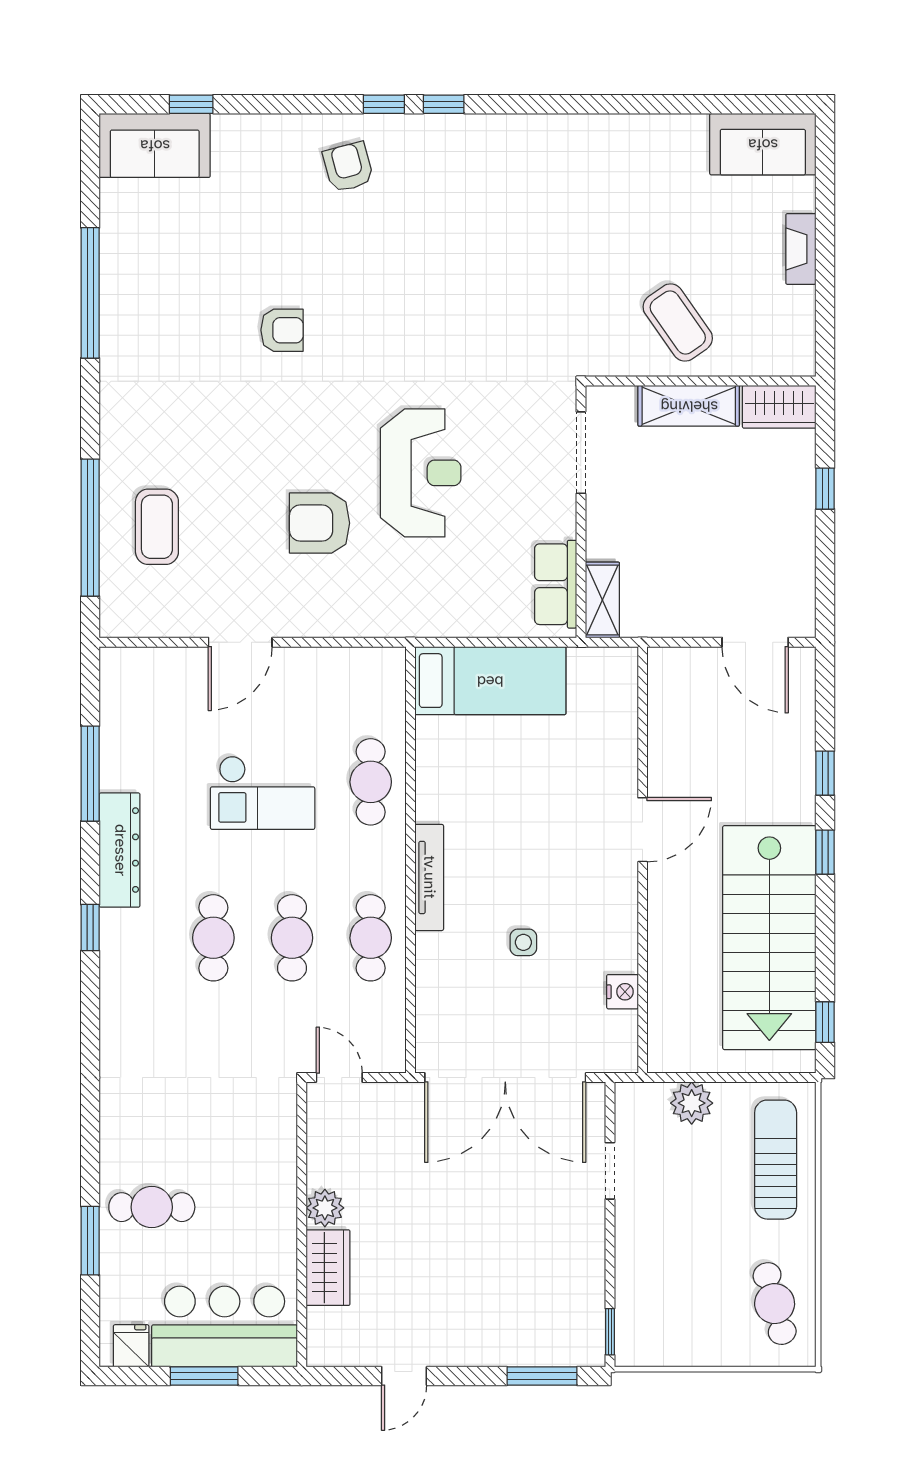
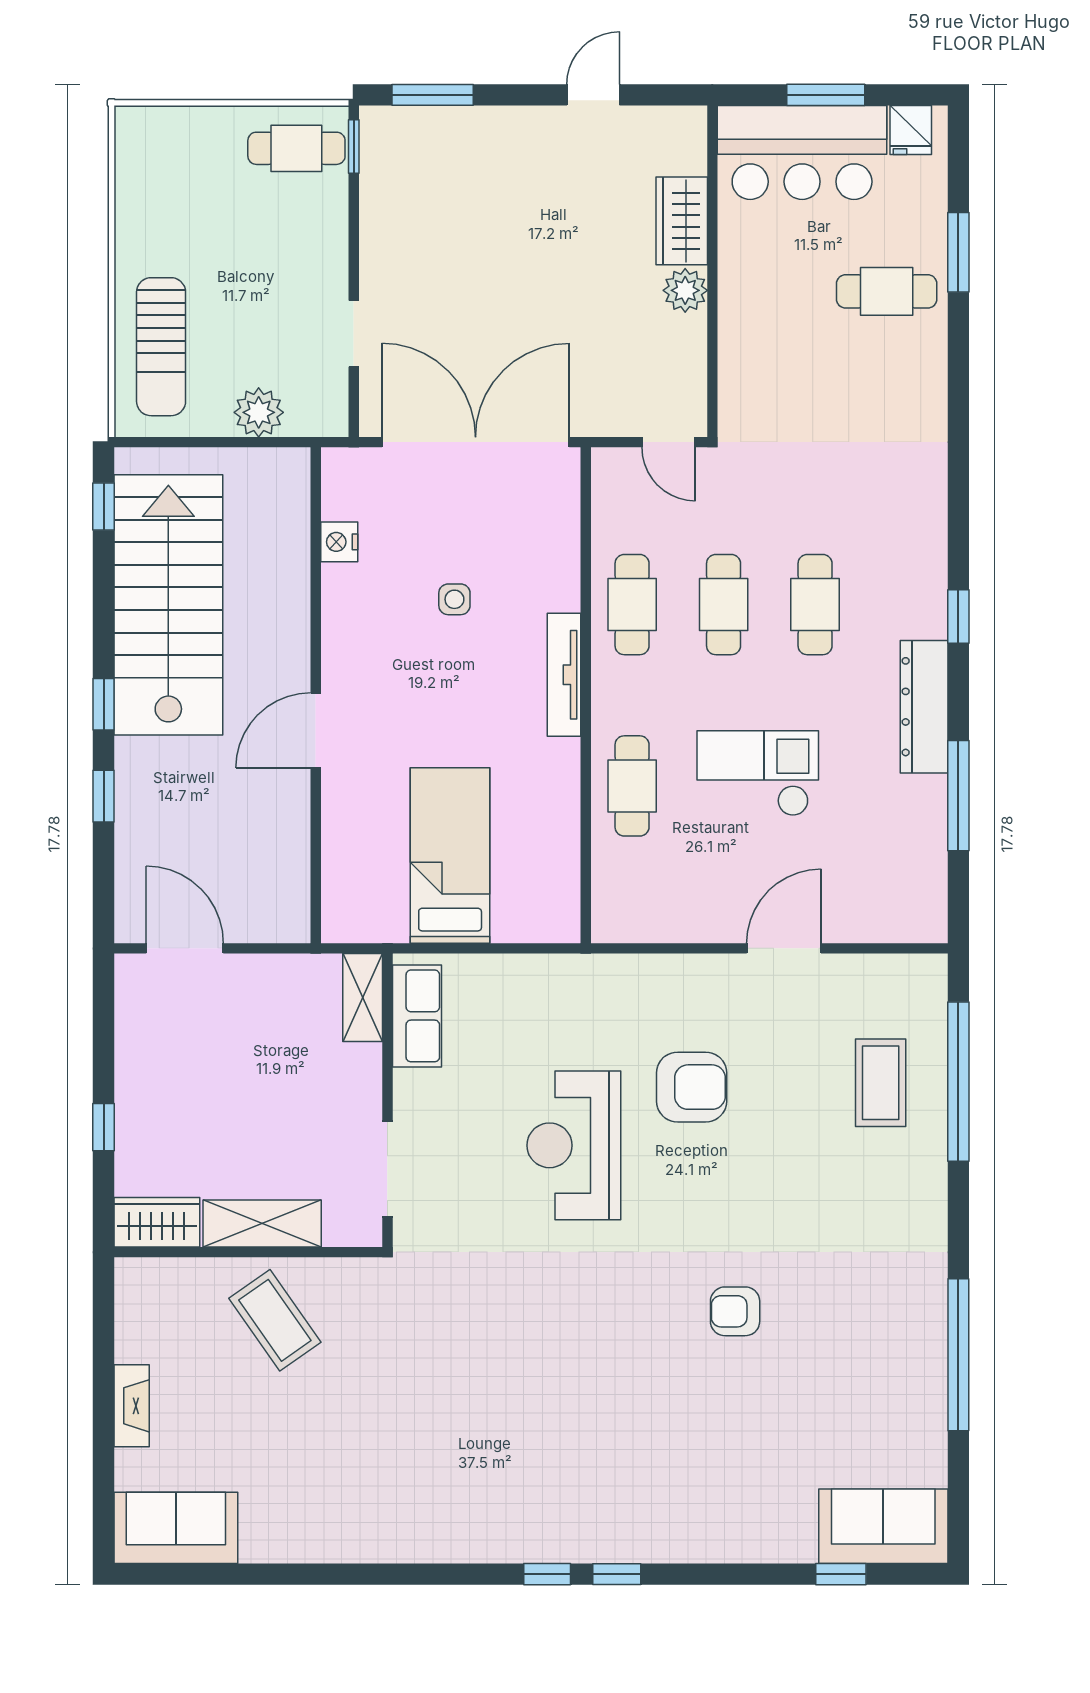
armchair: (348, 167) -> (658, 1501), removed
bed: (490, 681) -> (450, 855), moved, turned 90
cafe table: (775, 1304) -> (296, 148), moved, turned -75

